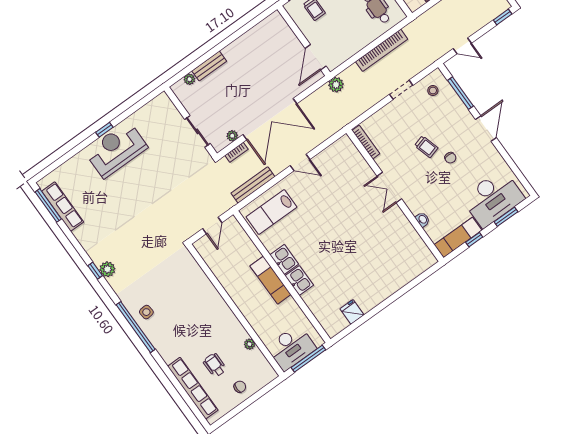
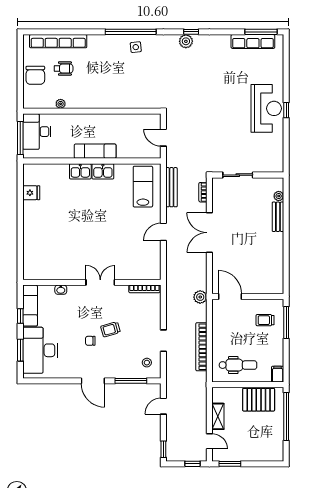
double door: (270, 119) -> (209, 233), width x0.73
plant: (232, 136) -> (217, 198), removed
chair: (240, 387) -> (35, 75), width x1.87, depth x1.87

